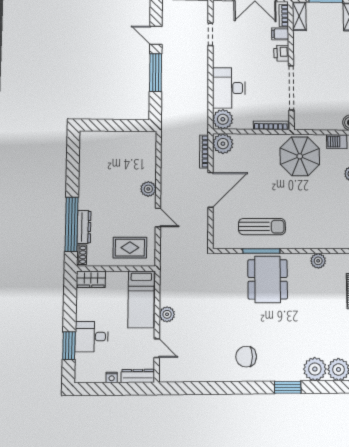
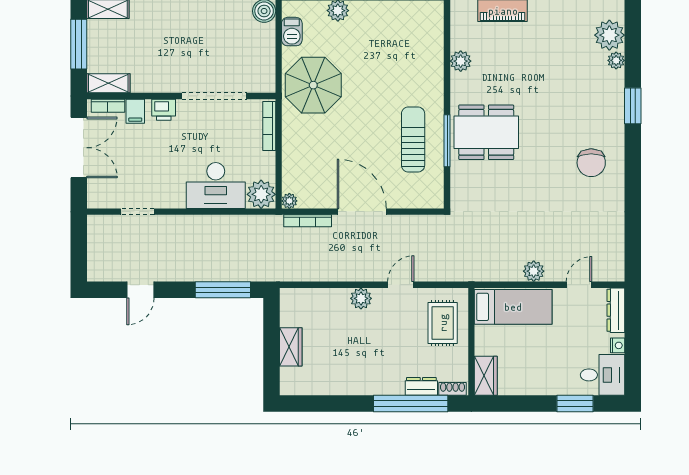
window: (156, 73) -> (223, 290), moved
wardrobe: (114, 139) -> (291, 347), added
plant: (223, 144) -> (289, 201), width x0.53, depth x0.53
dresser: (84, 227) -> (421, 386), width x0.70
desk: (92, 337) -> (603, 375), moved, turned -90
plant: (315, 369) -> (616, 60), width x0.53, depth x0.53

